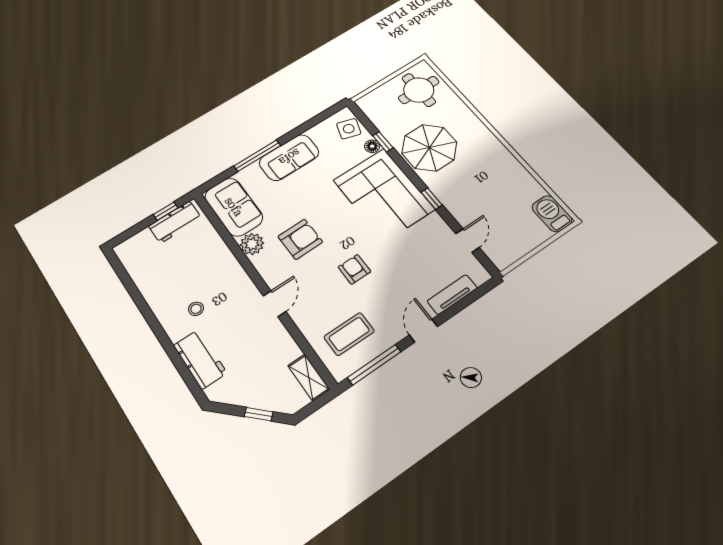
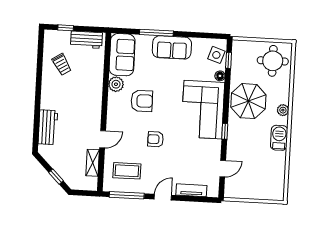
plant: (478, 128) -> (283, 110), added
window: (383, 142) -> (229, 60), moved
window: (166, 211) -> (66, 28), moved
barbecue: (552, 214) -> (279, 138), moved
armchair: (354, 269) -> (156, 139), turned -90
trolley: (163, 271) -> (62, 64), added
door: (274, 304) -> (103, 139), moved
stool: (196, 309) -> (64, 99), removed
shelving: (309, 377) -> (93, 163), moved

